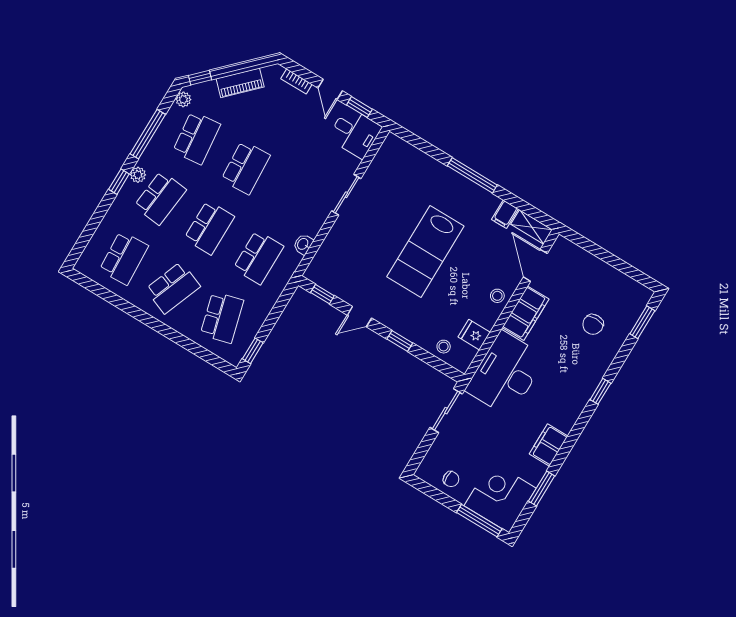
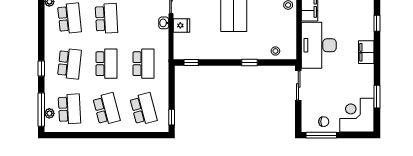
window: (148, 134) -> (41, 110), moved
plant: (138, 175) -> (49, 113), moved
washbasin: (303, 244) -> (164, 23), moved
school desk: (173, 288) -> (106, 109), turned -36
door: (359, 317) -> (219, 63), removed
fridge: (474, 335) -> (182, 25), moved, turned 180
filing cabinet: (549, 445) -> (366, 52), moved
window: (479, 521) -> (321, 135), moved

